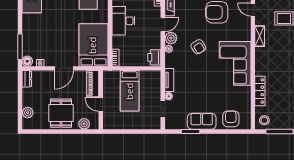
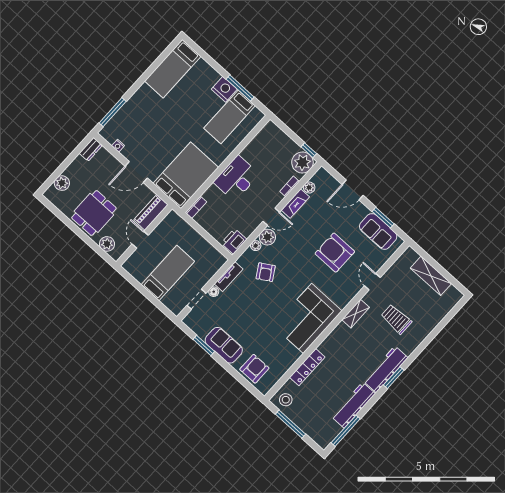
armchair: (198, 47) -> (266, 272), moved
floor lamp: (27, 61) -> (107, 133), removed
bed: (130, 91) -> (168, 273), moved, turned 180

